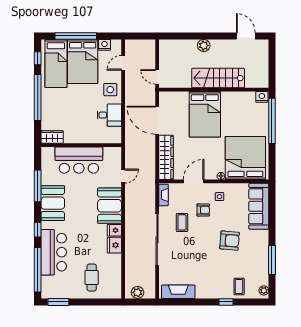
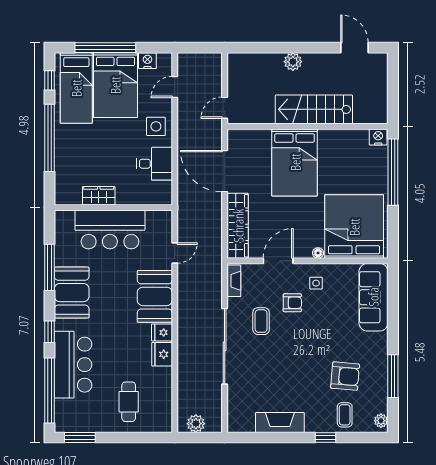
door: (157, 77) -> (225, 108), hinge flipped
wardrobe: (52, 137) -> (99, 196), moved
armchair: (230, 241) -> (345, 376), moved
fireplace: (178, 292) -> (280, 423), moved

